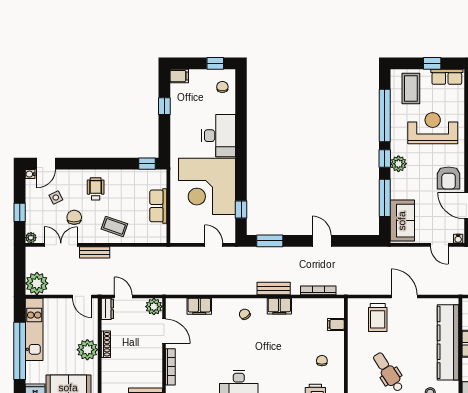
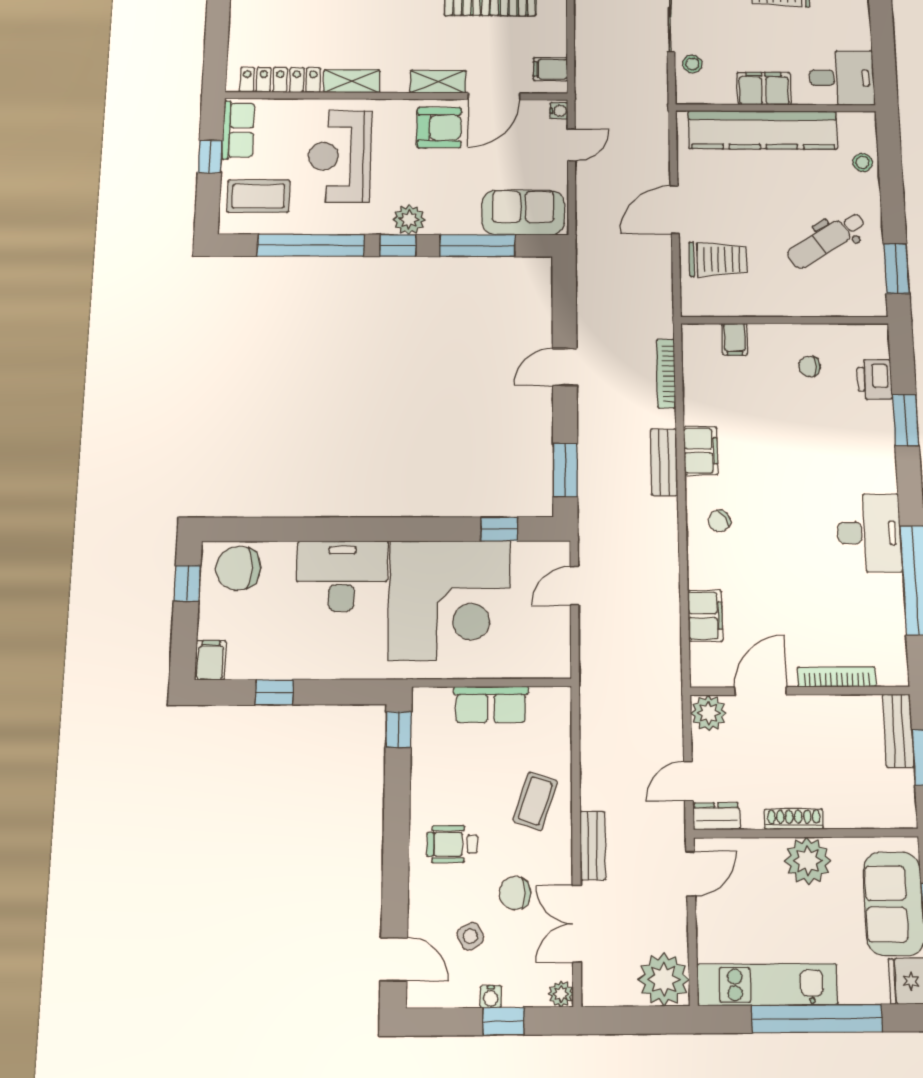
chair: (222, 87) -> (238, 568), width x1.87, depth x1.87
water cooler: (30, 174) -> (491, 997), moved

